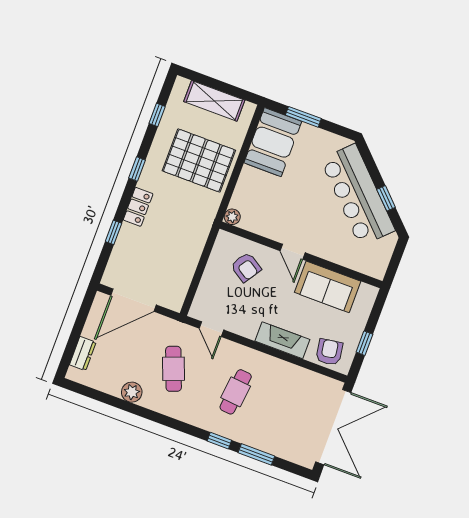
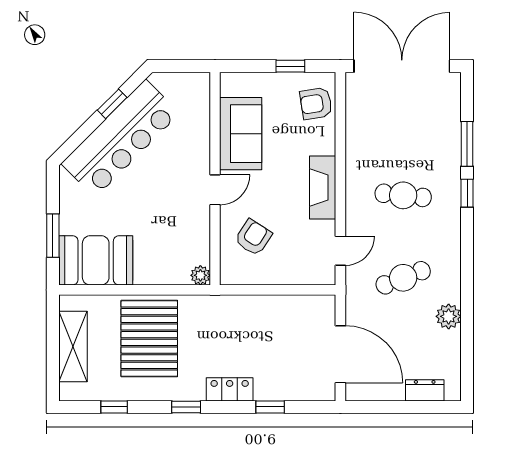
fireplace: (282, 340) -> (323, 188), moved

